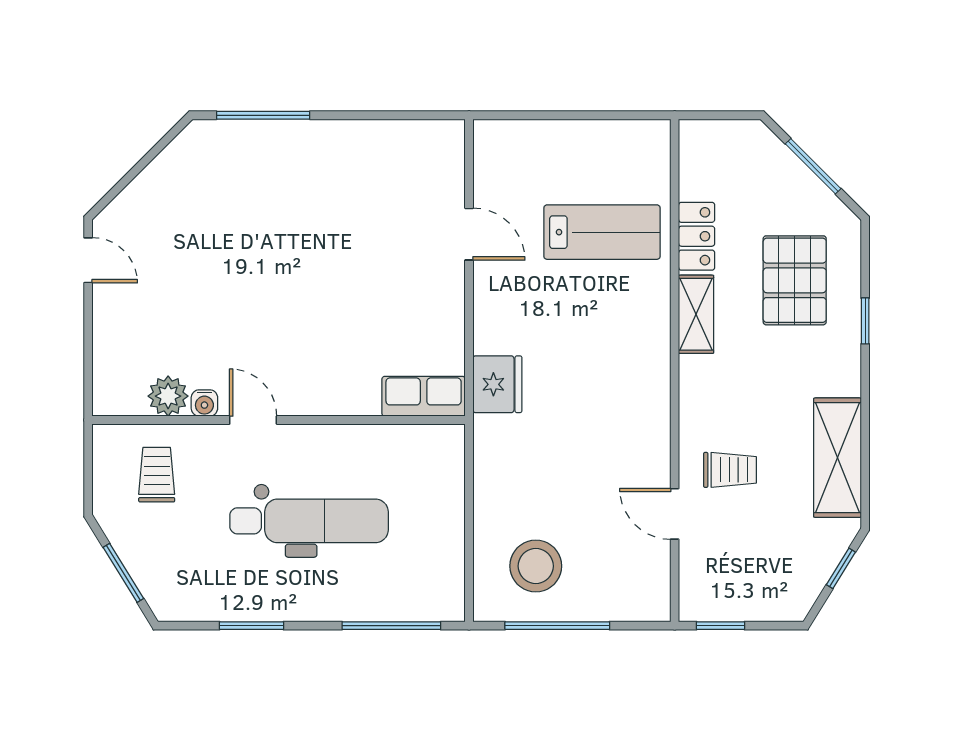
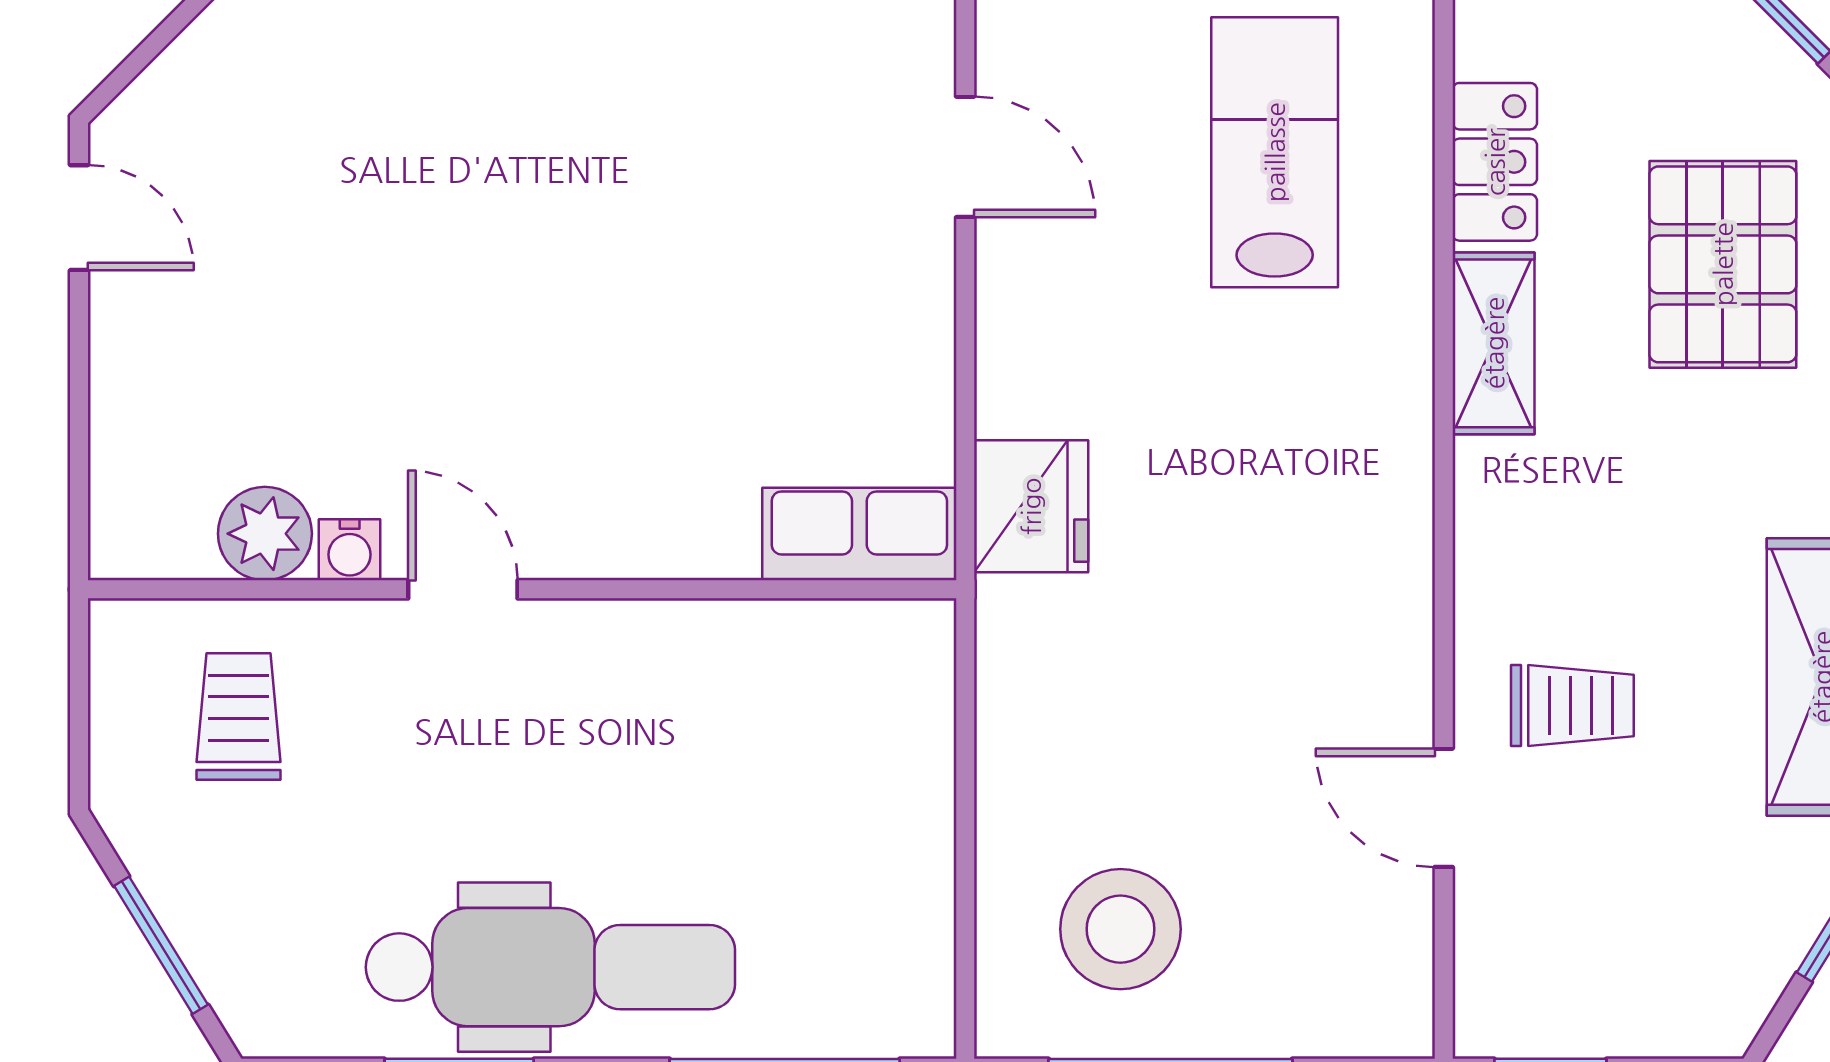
lab bench: (602, 232) -> (1275, 152), turned -90
dental chair: (309, 521) -> (550, 967), moved

